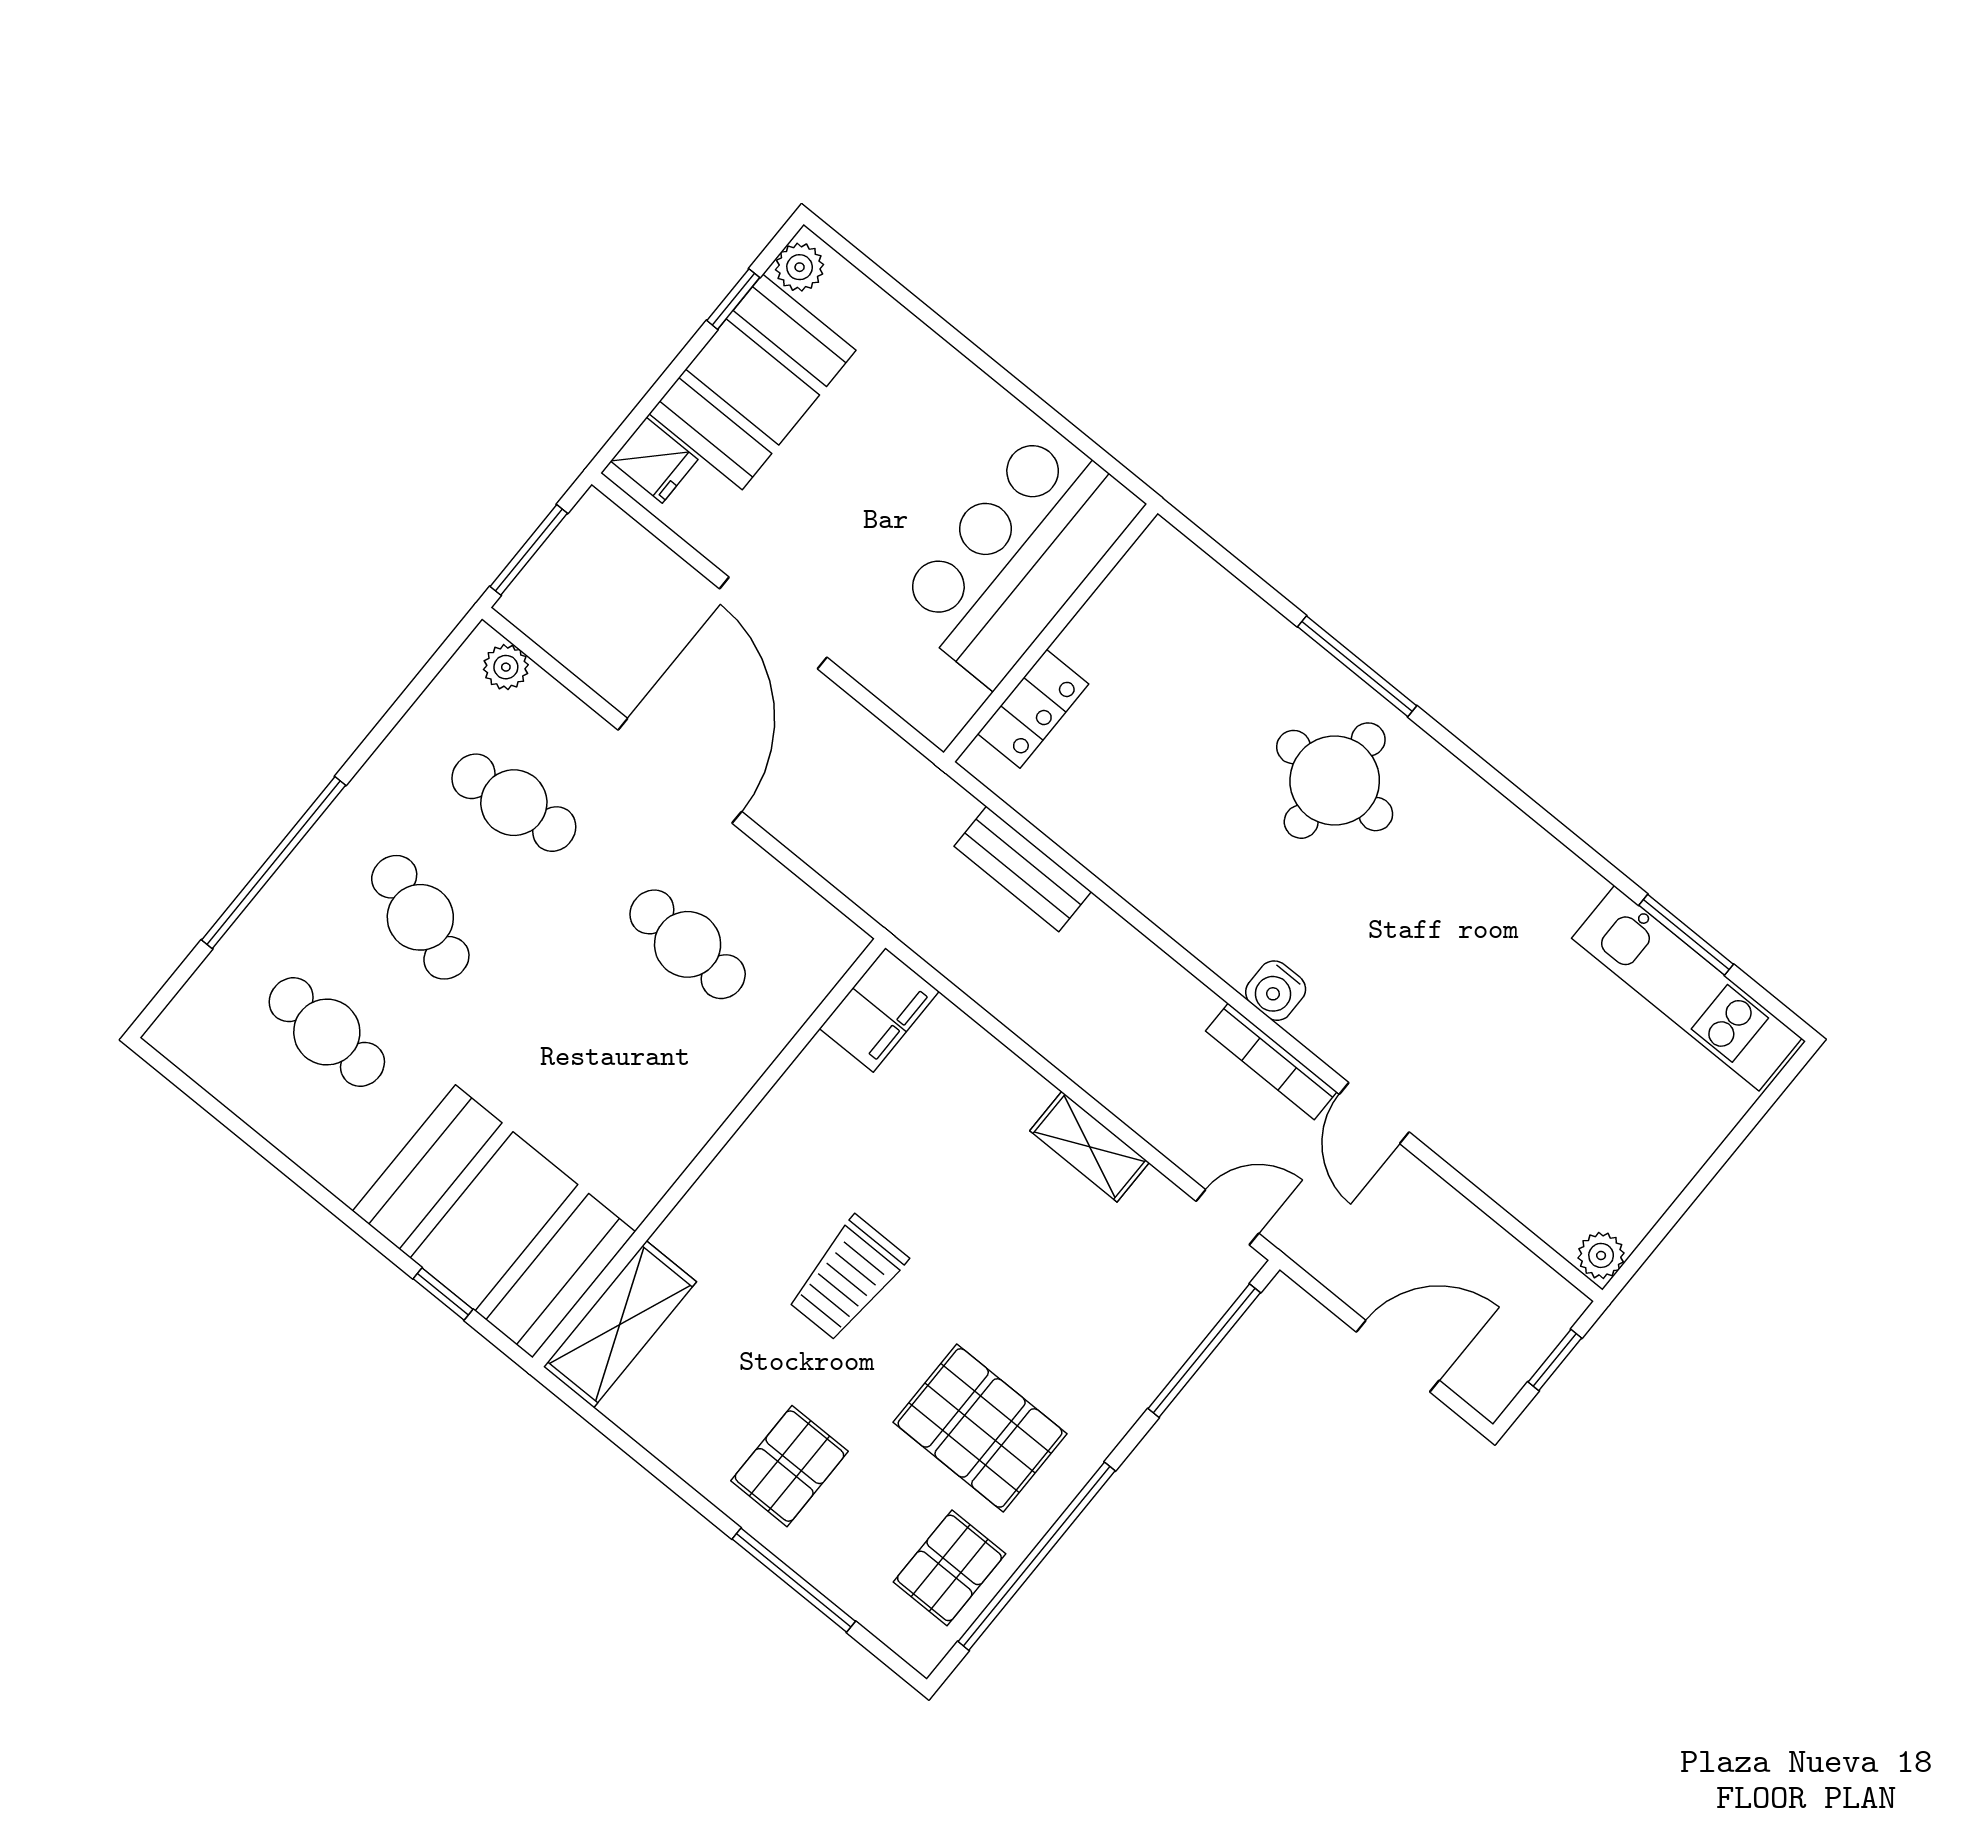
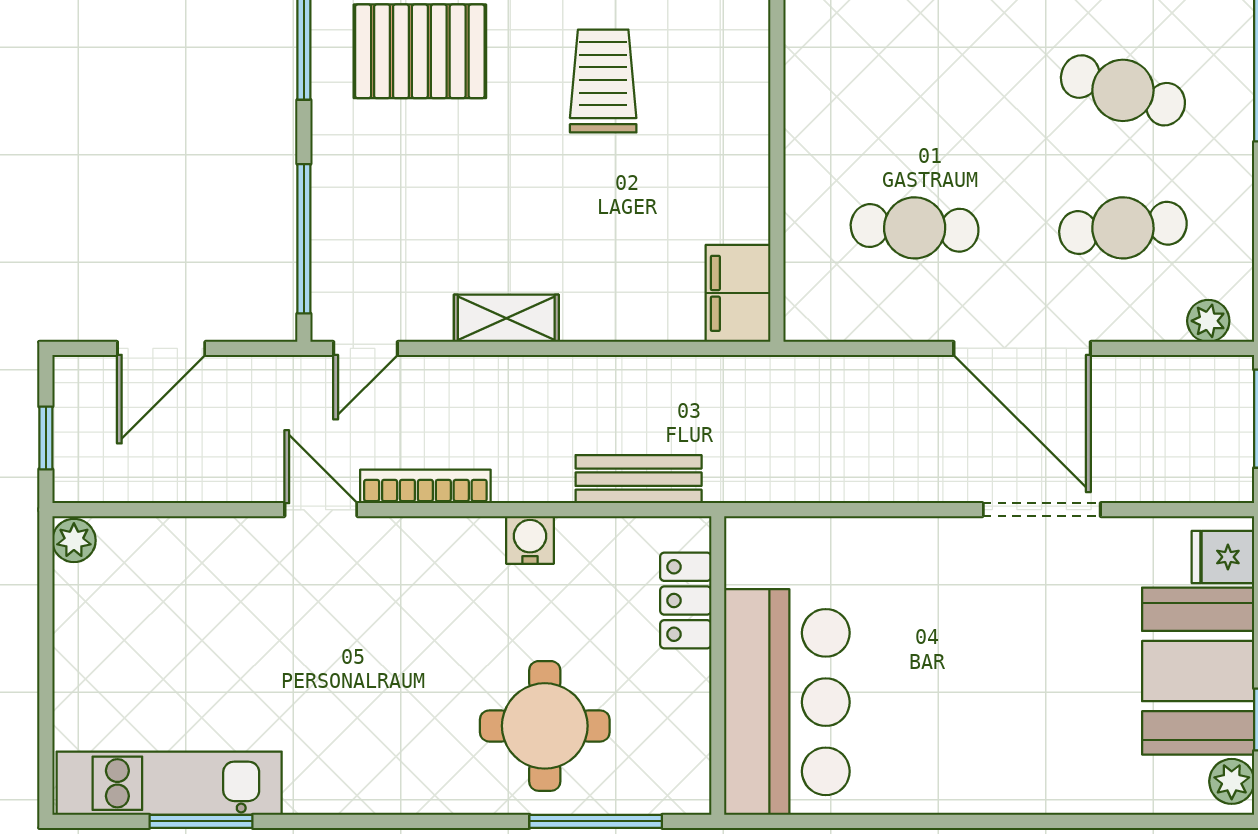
bar counter: (1018, 555) -> (787, 702), moved
wall: (1051, 633) -> (718, 666), moved
locker: (1033, 709) -> (686, 601), moved
bench: (1023, 869) -> (639, 479), moved
water cooler: (1276, 991) -> (530, 540), moved

